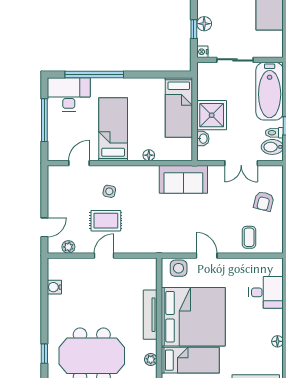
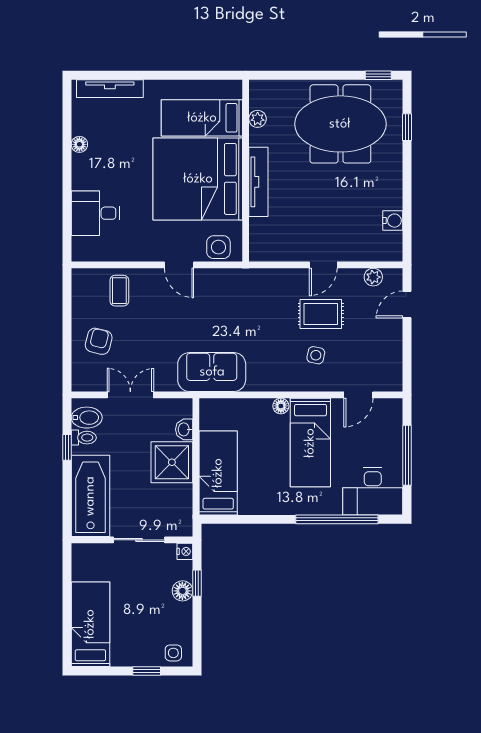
floor lamp: (149, 155) -> (281, 406), moved

